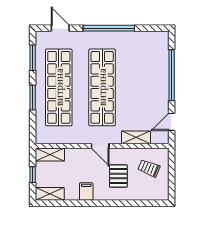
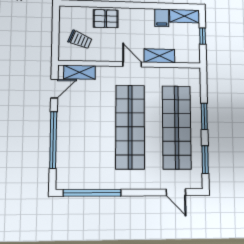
window: (109, 28) -> (92, 193), moved
shelving: (136, 137) -> (79, 72), moved
shelving: (50, 155) -> (159, 56), moved
pallet: (118, 176) -> (106, 19), moved, turned 90
filing cabinet: (86, 192) -> (162, 18), moved

